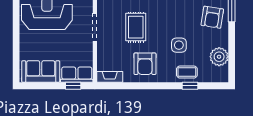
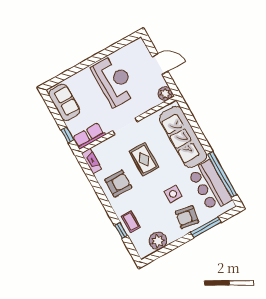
rug: (136, 27) -> (144, 159), turned 90
side table: (179, 45) -> (173, 194), moved
armchair: (145, 64) -> (118, 184), turned 180
row of seats: (77, 75) -> (89, 136), moved, turned -90

